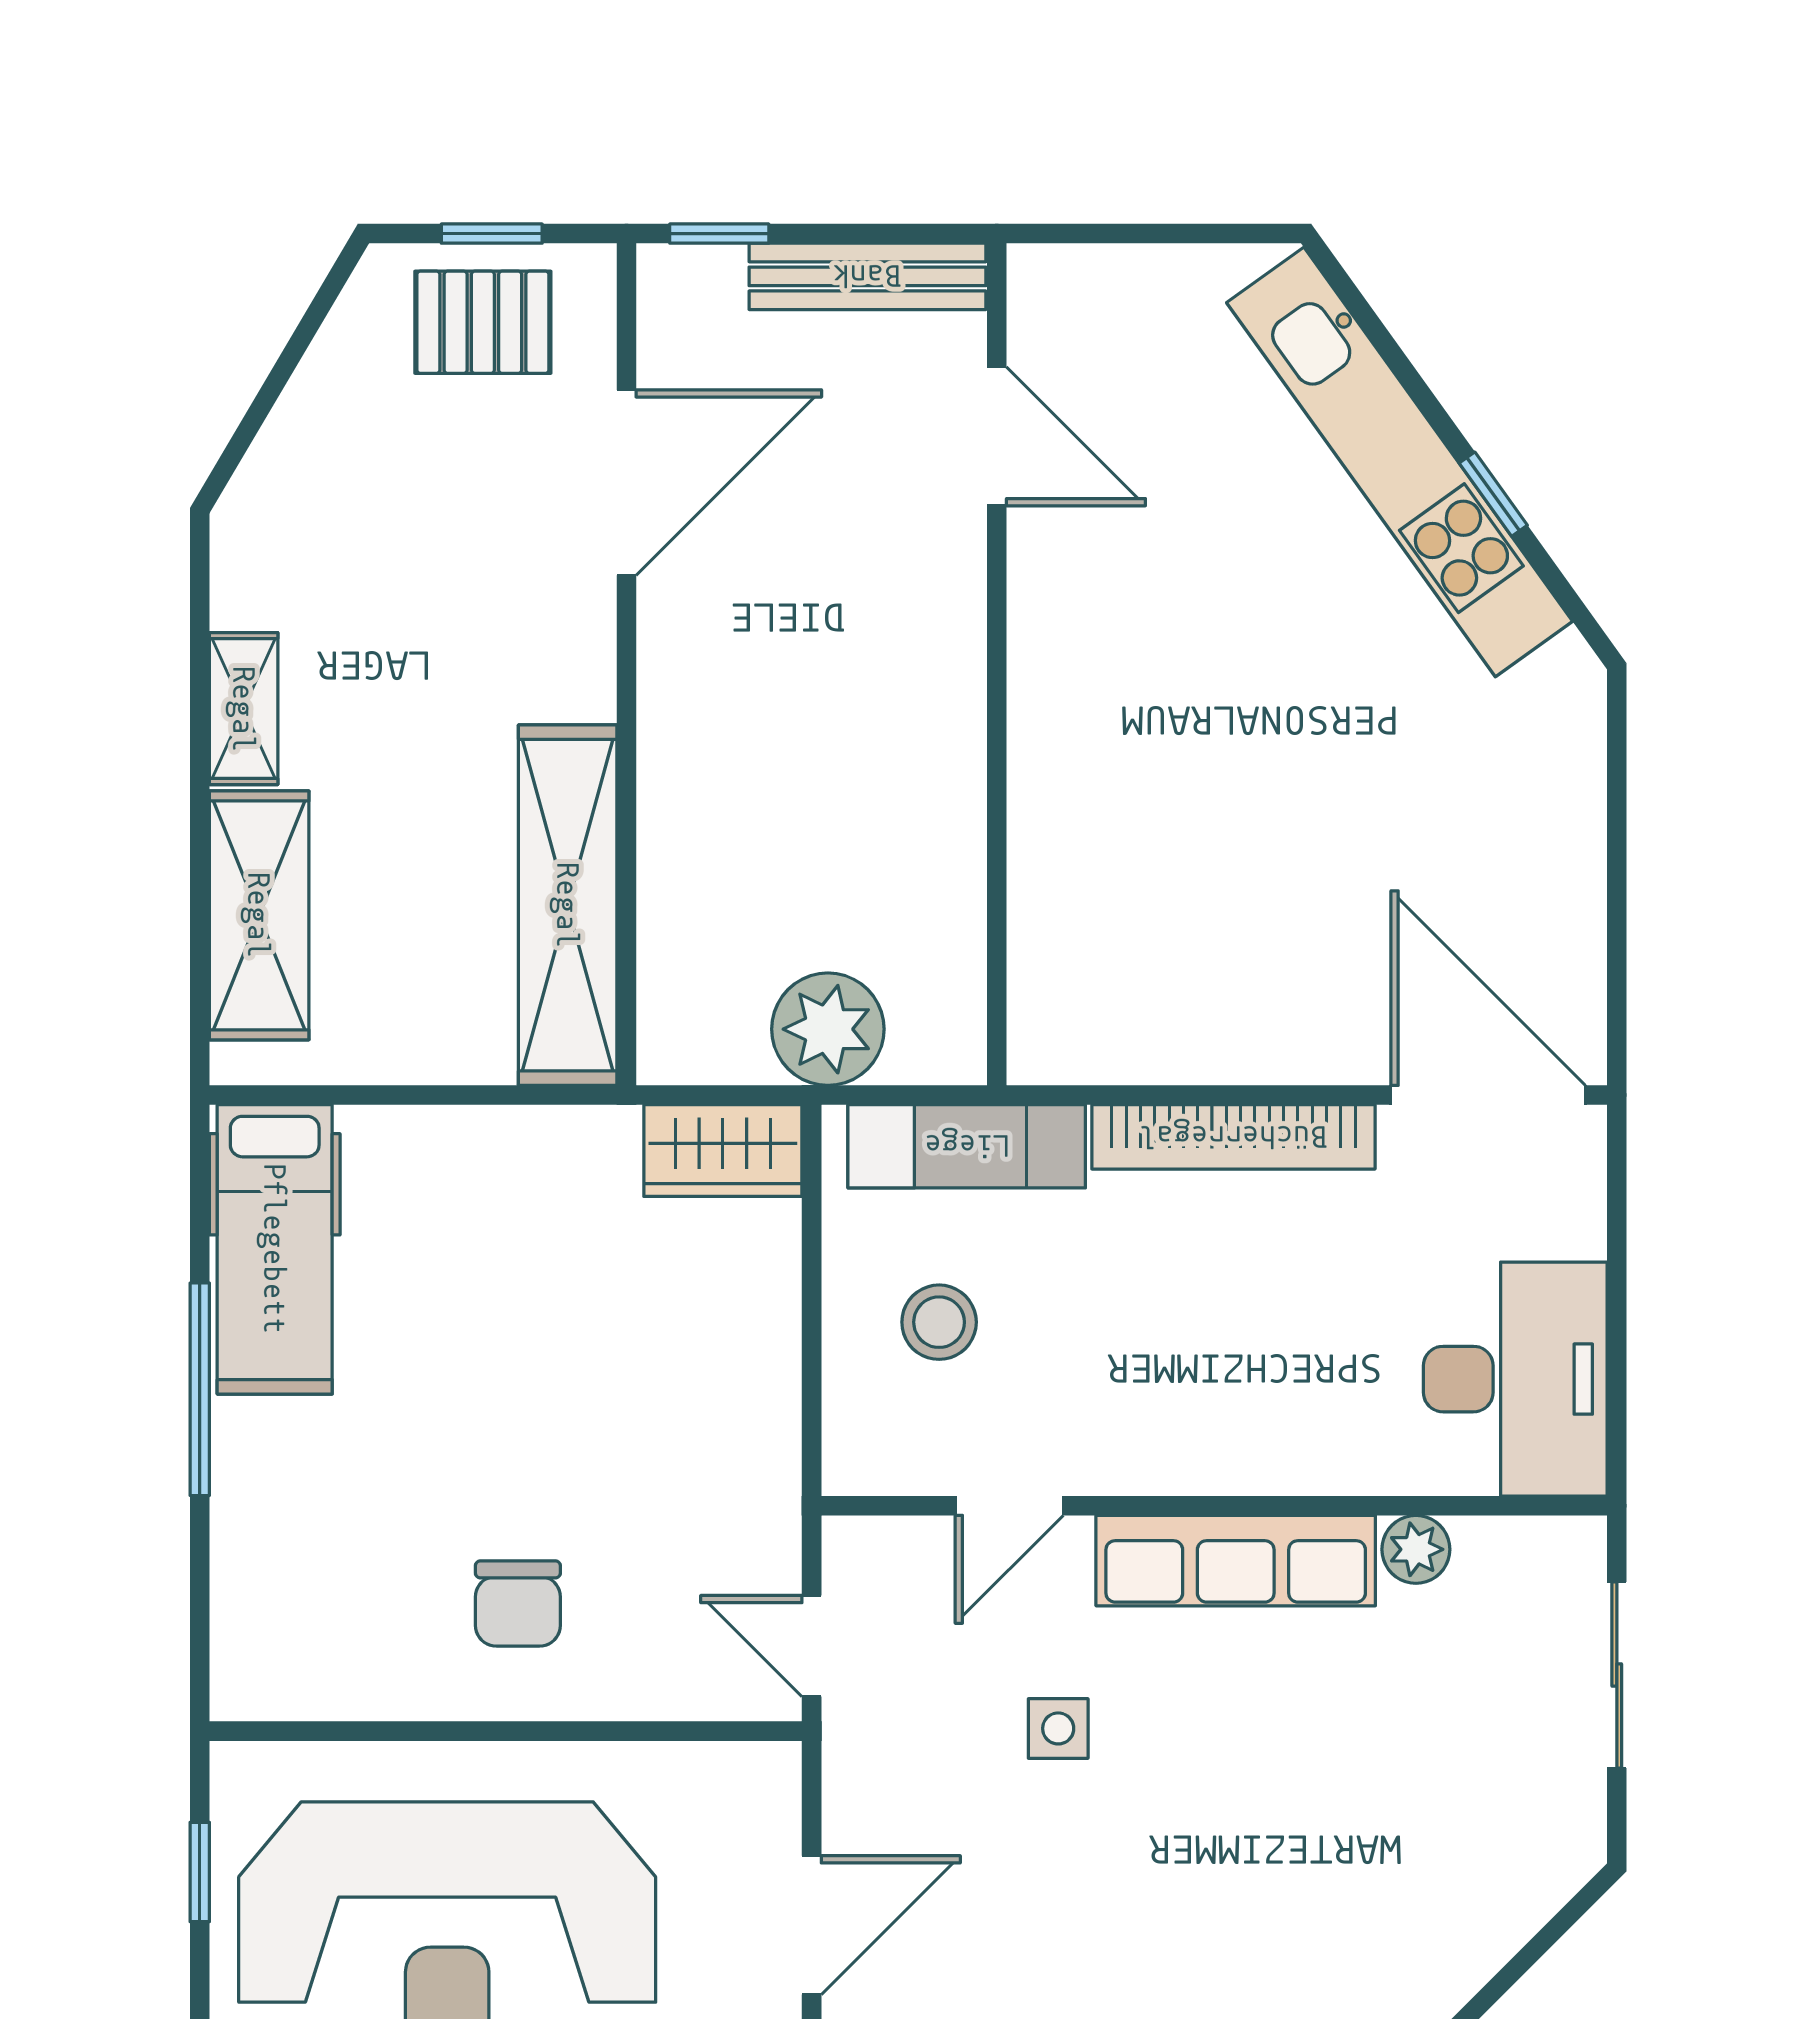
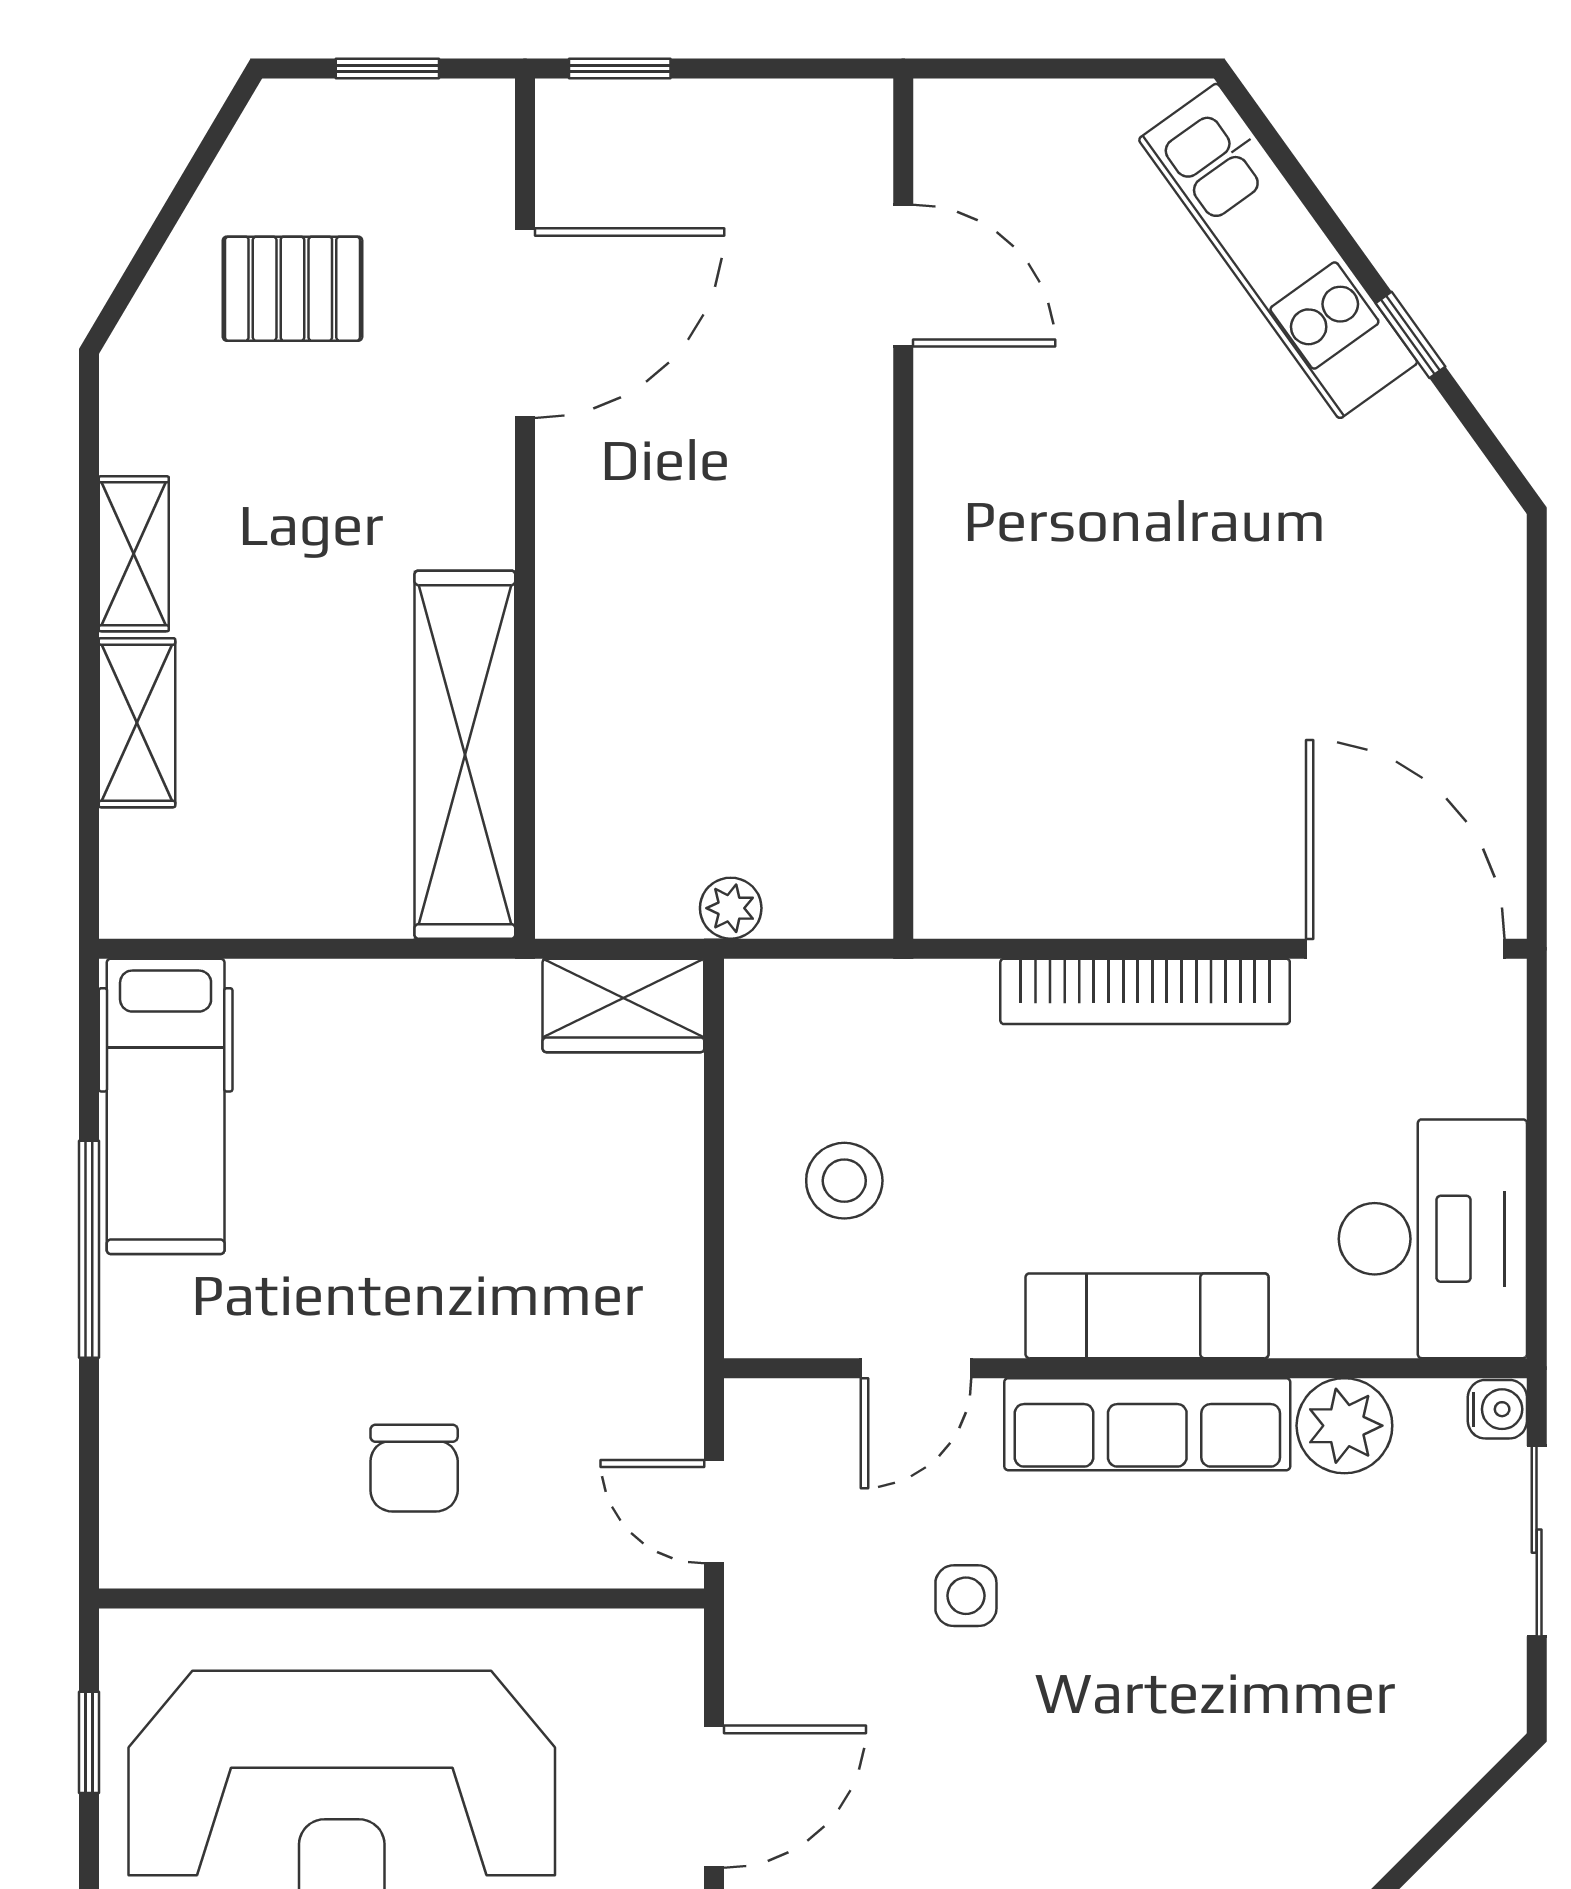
bench: (867, 276) -> (771, 112), removed
pallet: (483, 322) -> (292, 289), moved
kitchen unit: (1400, 462) -> (1278, 251), width x0.73
shelving: (259, 915) -> (137, 723), width x0.67, depth x0.75
plant: (828, 1029) -> (731, 908), width x0.53, depth x0.53
exam couch: (967, 1146) -> (1147, 1316), moved, turned 180
water cooler: (1578, 1546) -> (1497, 1409), added
plant: (1416, 1549) -> (1344, 1426), width x1.38, depth x1.38

